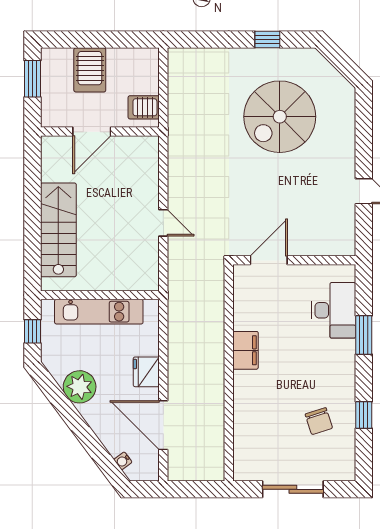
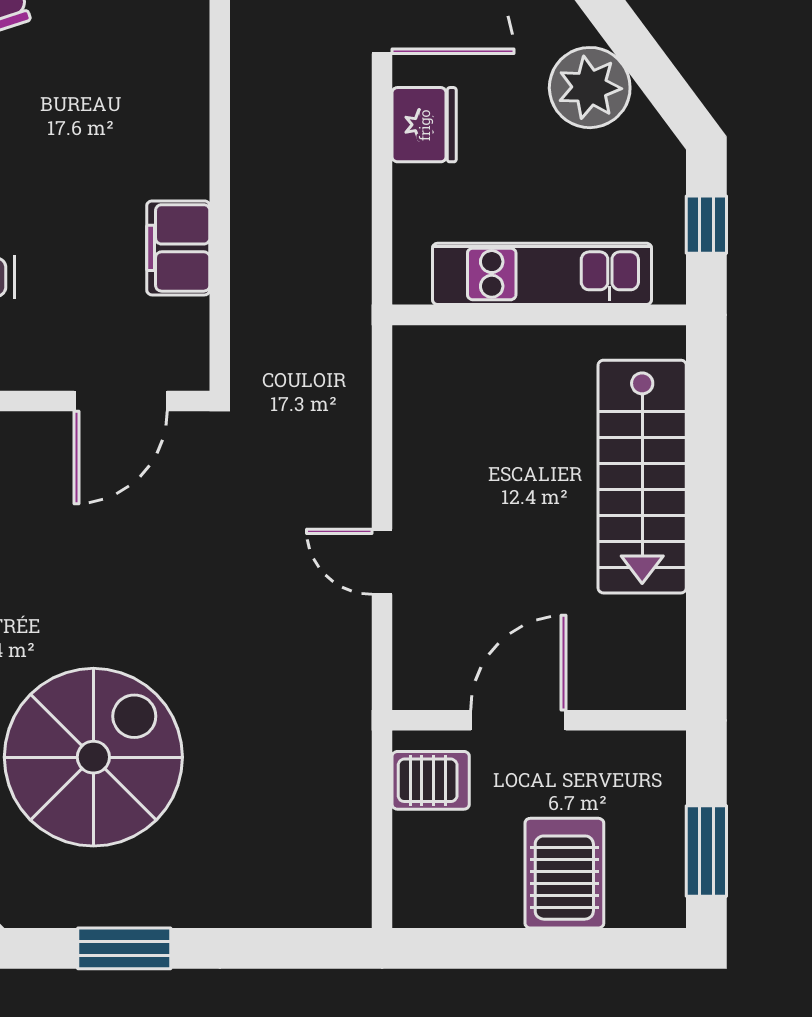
window: (267, 40) -> (124, 948), width x1.50
door: (92, 132) -> (518, 720), moved
door: (163, 223) -> (382, 562), moved
filing cabinet: (246, 350) -> (178, 248), moved

